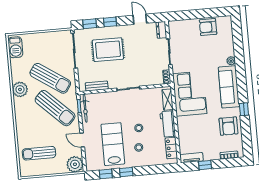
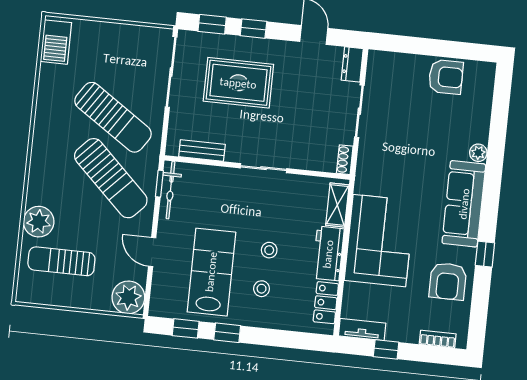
armchair: (208, 27) -> (446, 77), turned 180
plant: (20, 89) -> (39, 222), moved
corner sofa: (190, 94) -> (379, 241), moved

